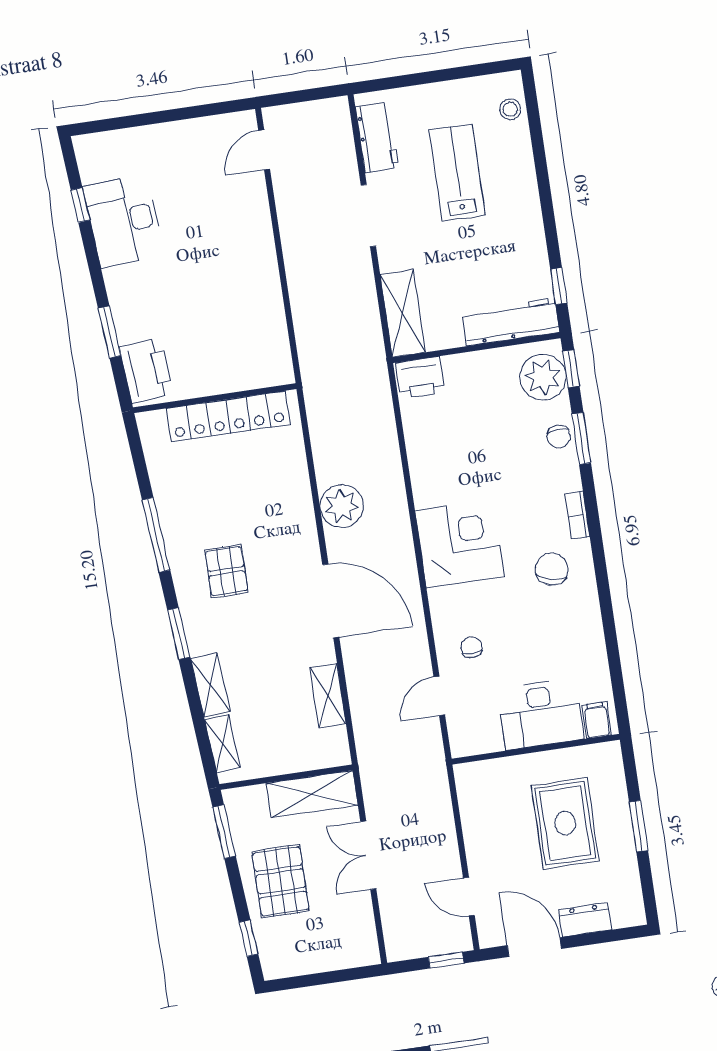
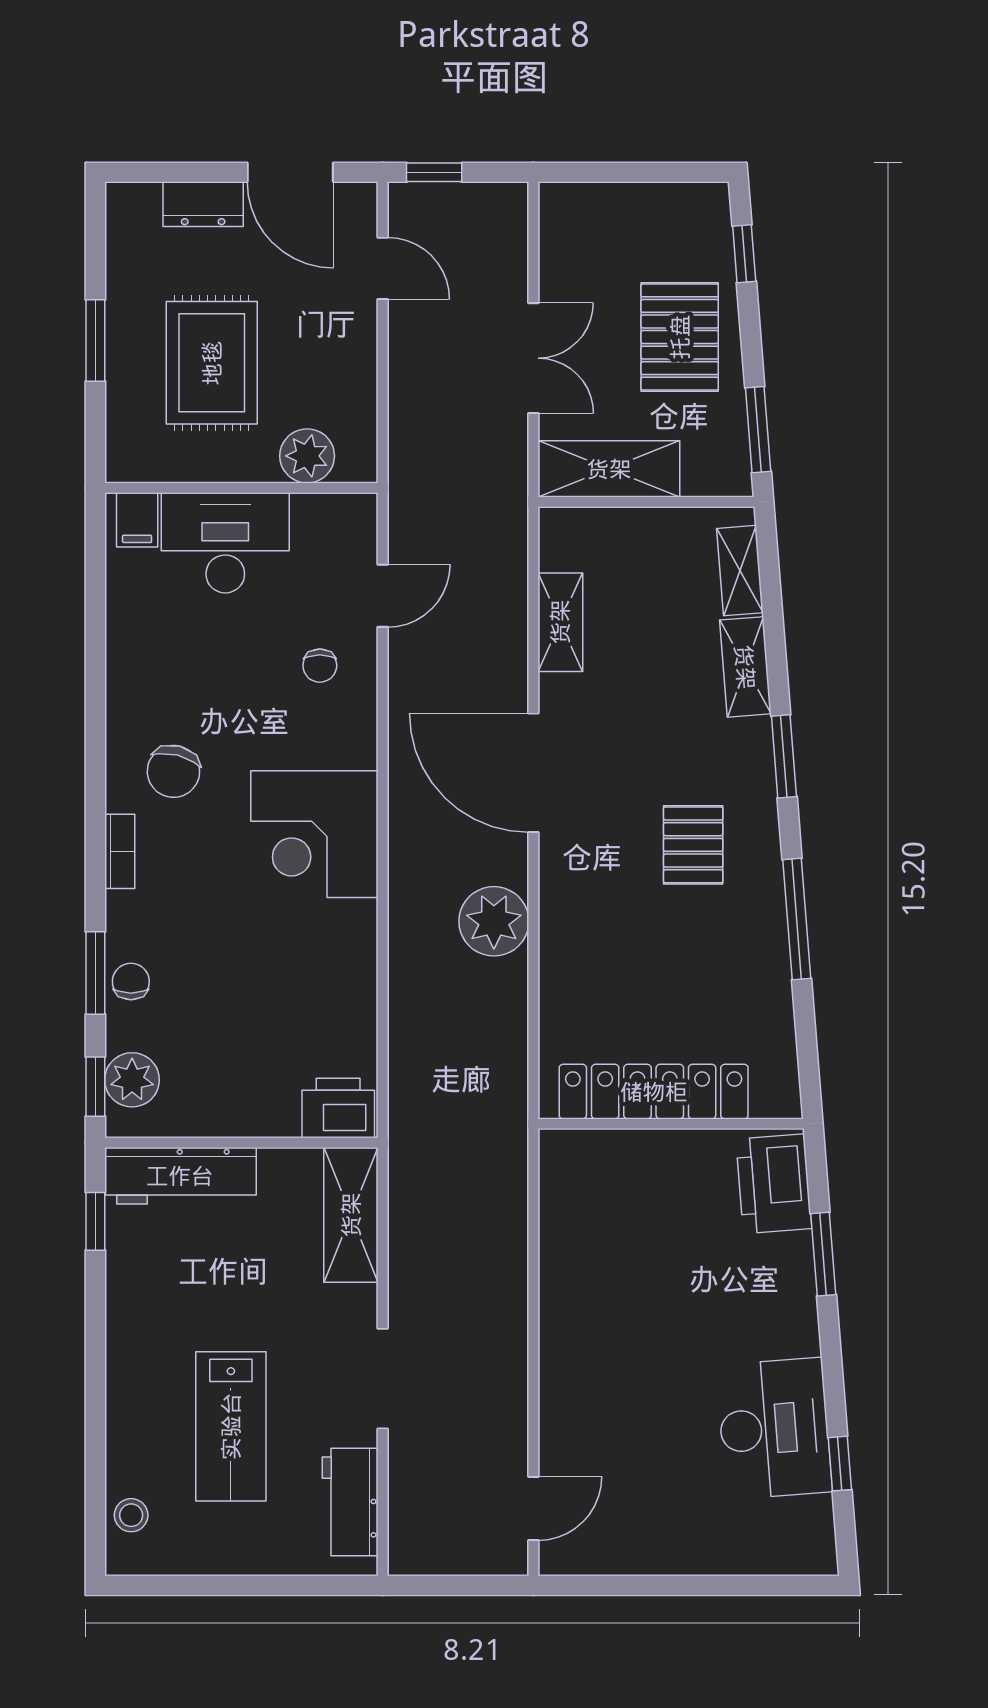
plant: (543, 377) -> (132, 1080), width x0.73, depth x0.73
plant: (498, 775) -> (307, 456), added

